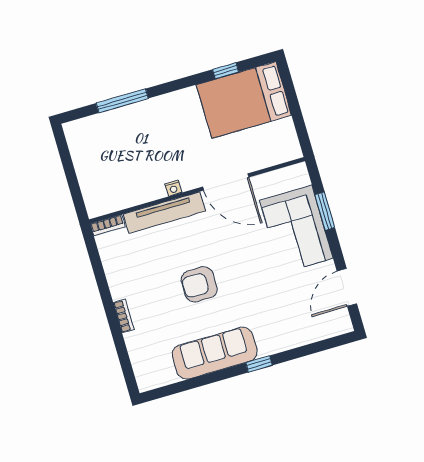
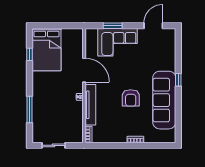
sliding door: (68, 165) -> (54, 145), added
door: (226, 182) -> (84, 70), hinge flipped
door: (347, 287) -> (153, 26), swing flipped
sofa: (215, 353) -> (164, 100), width x1.36, depth x1.27

